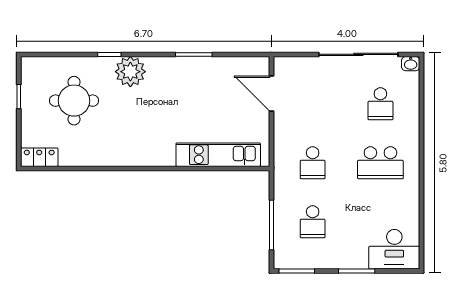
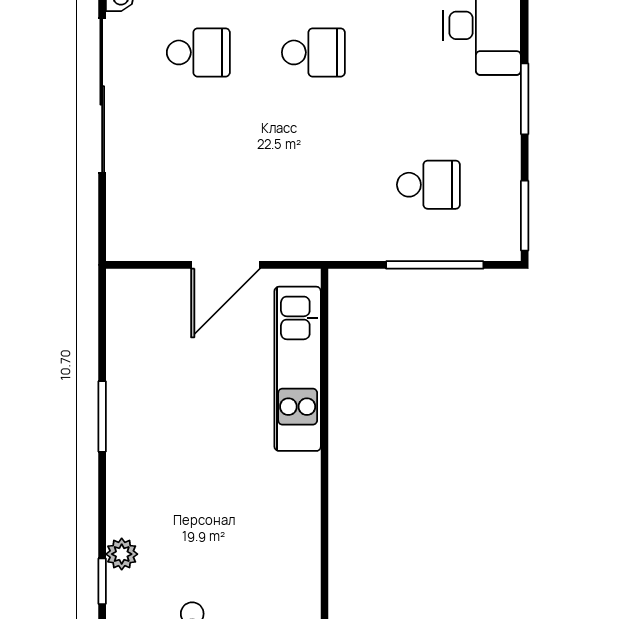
plant: (130, 72) -> (122, 554), width x0.53, depth x0.53
door: (271, 94) -> (225, 265), moved
school desk: (313, 163) -> (313, 185), removed
school desk: (380, 163) -> (313, 52), width x0.54

